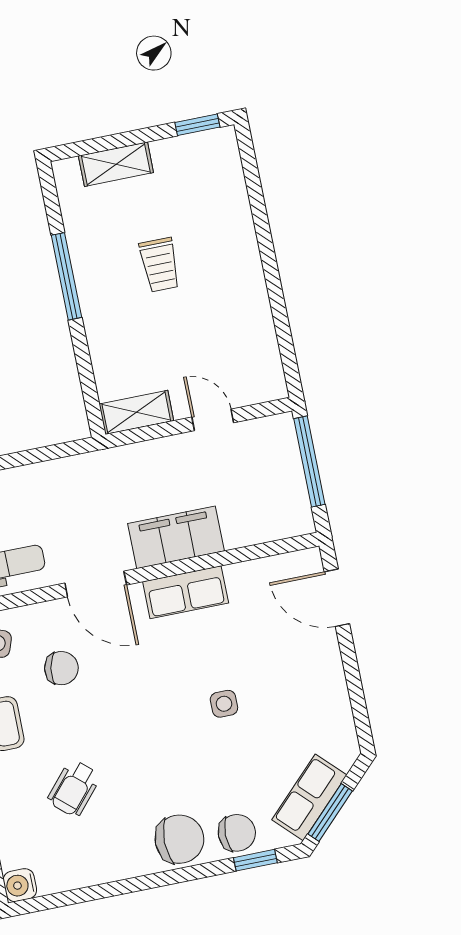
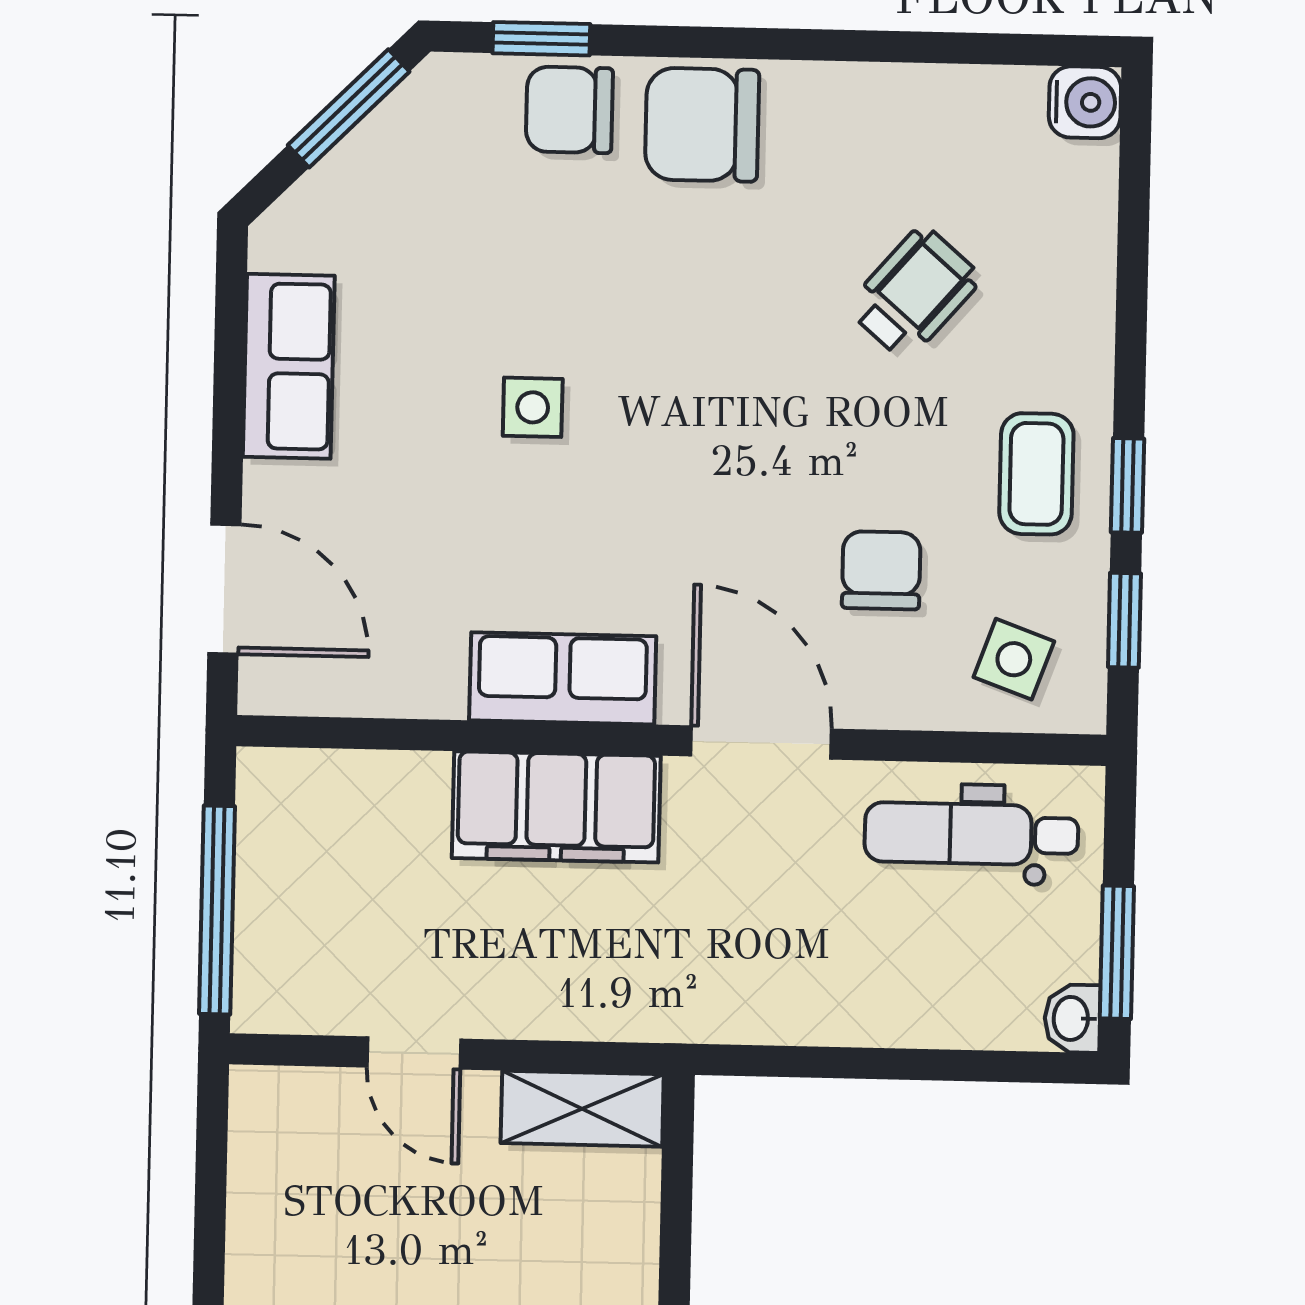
chair: (61, 668) -> (881, 570), turned 80
row of seats: (309, 797) -> (289, 366), moved, turned -45

